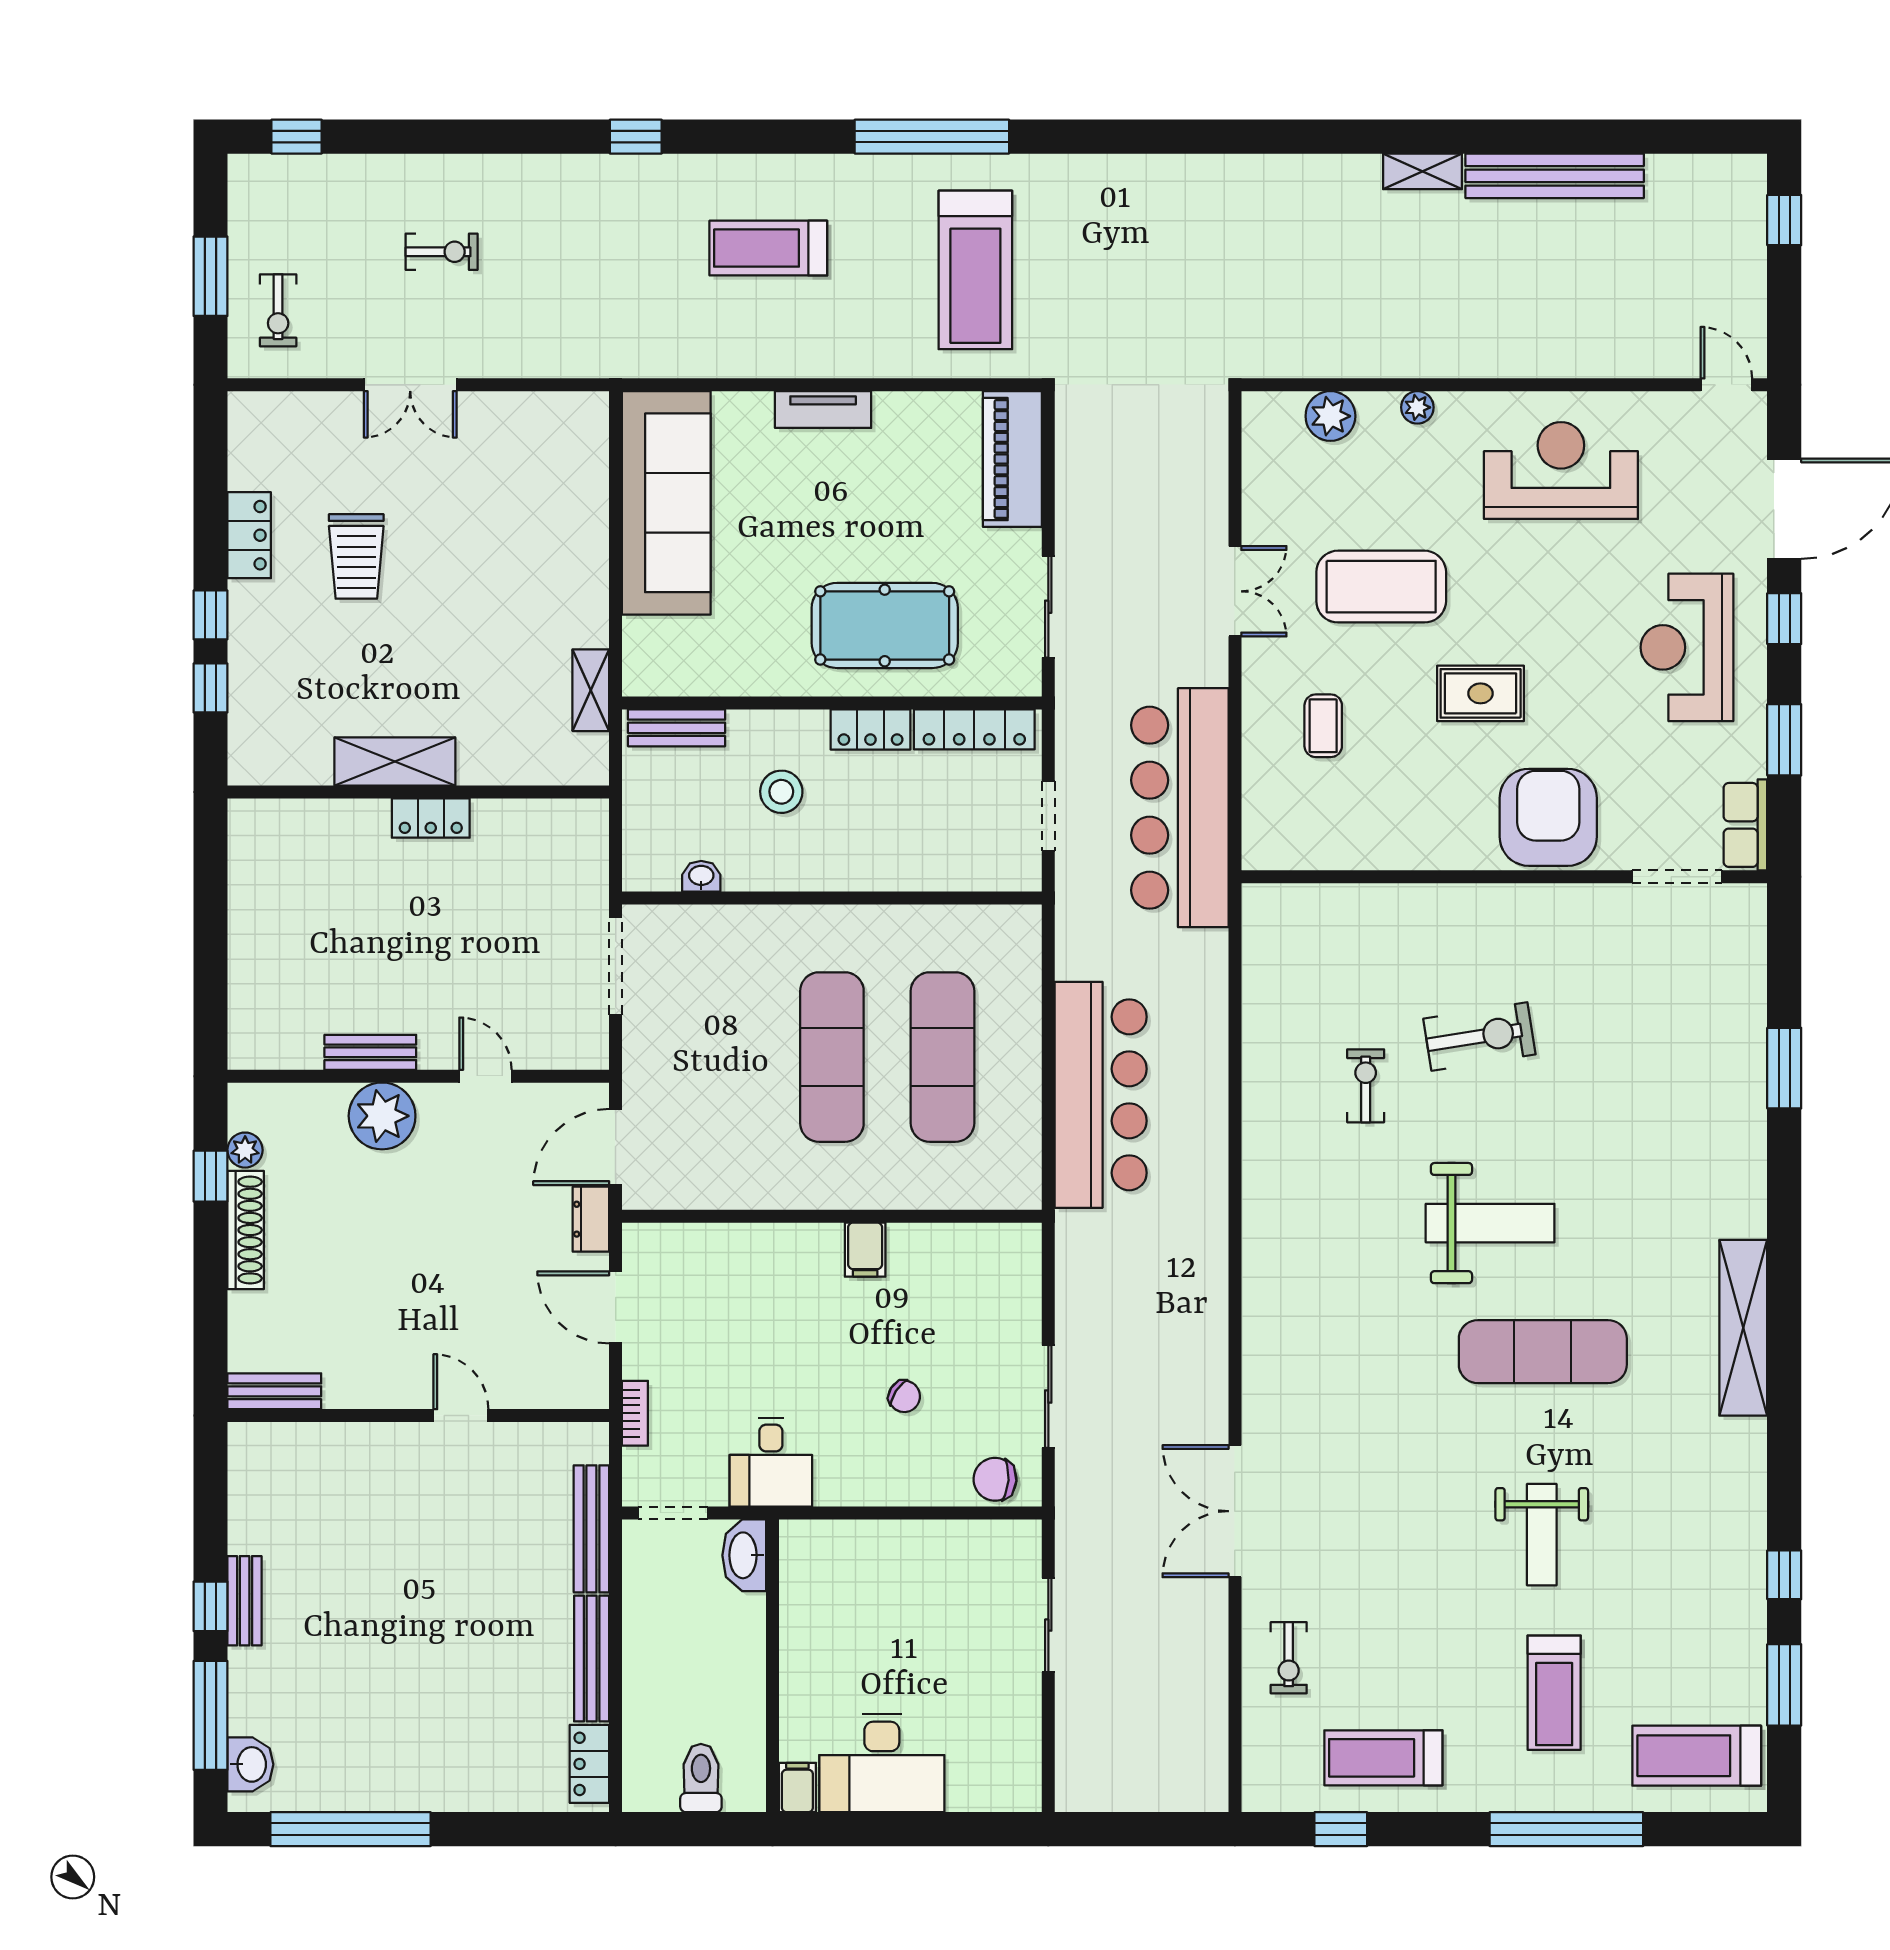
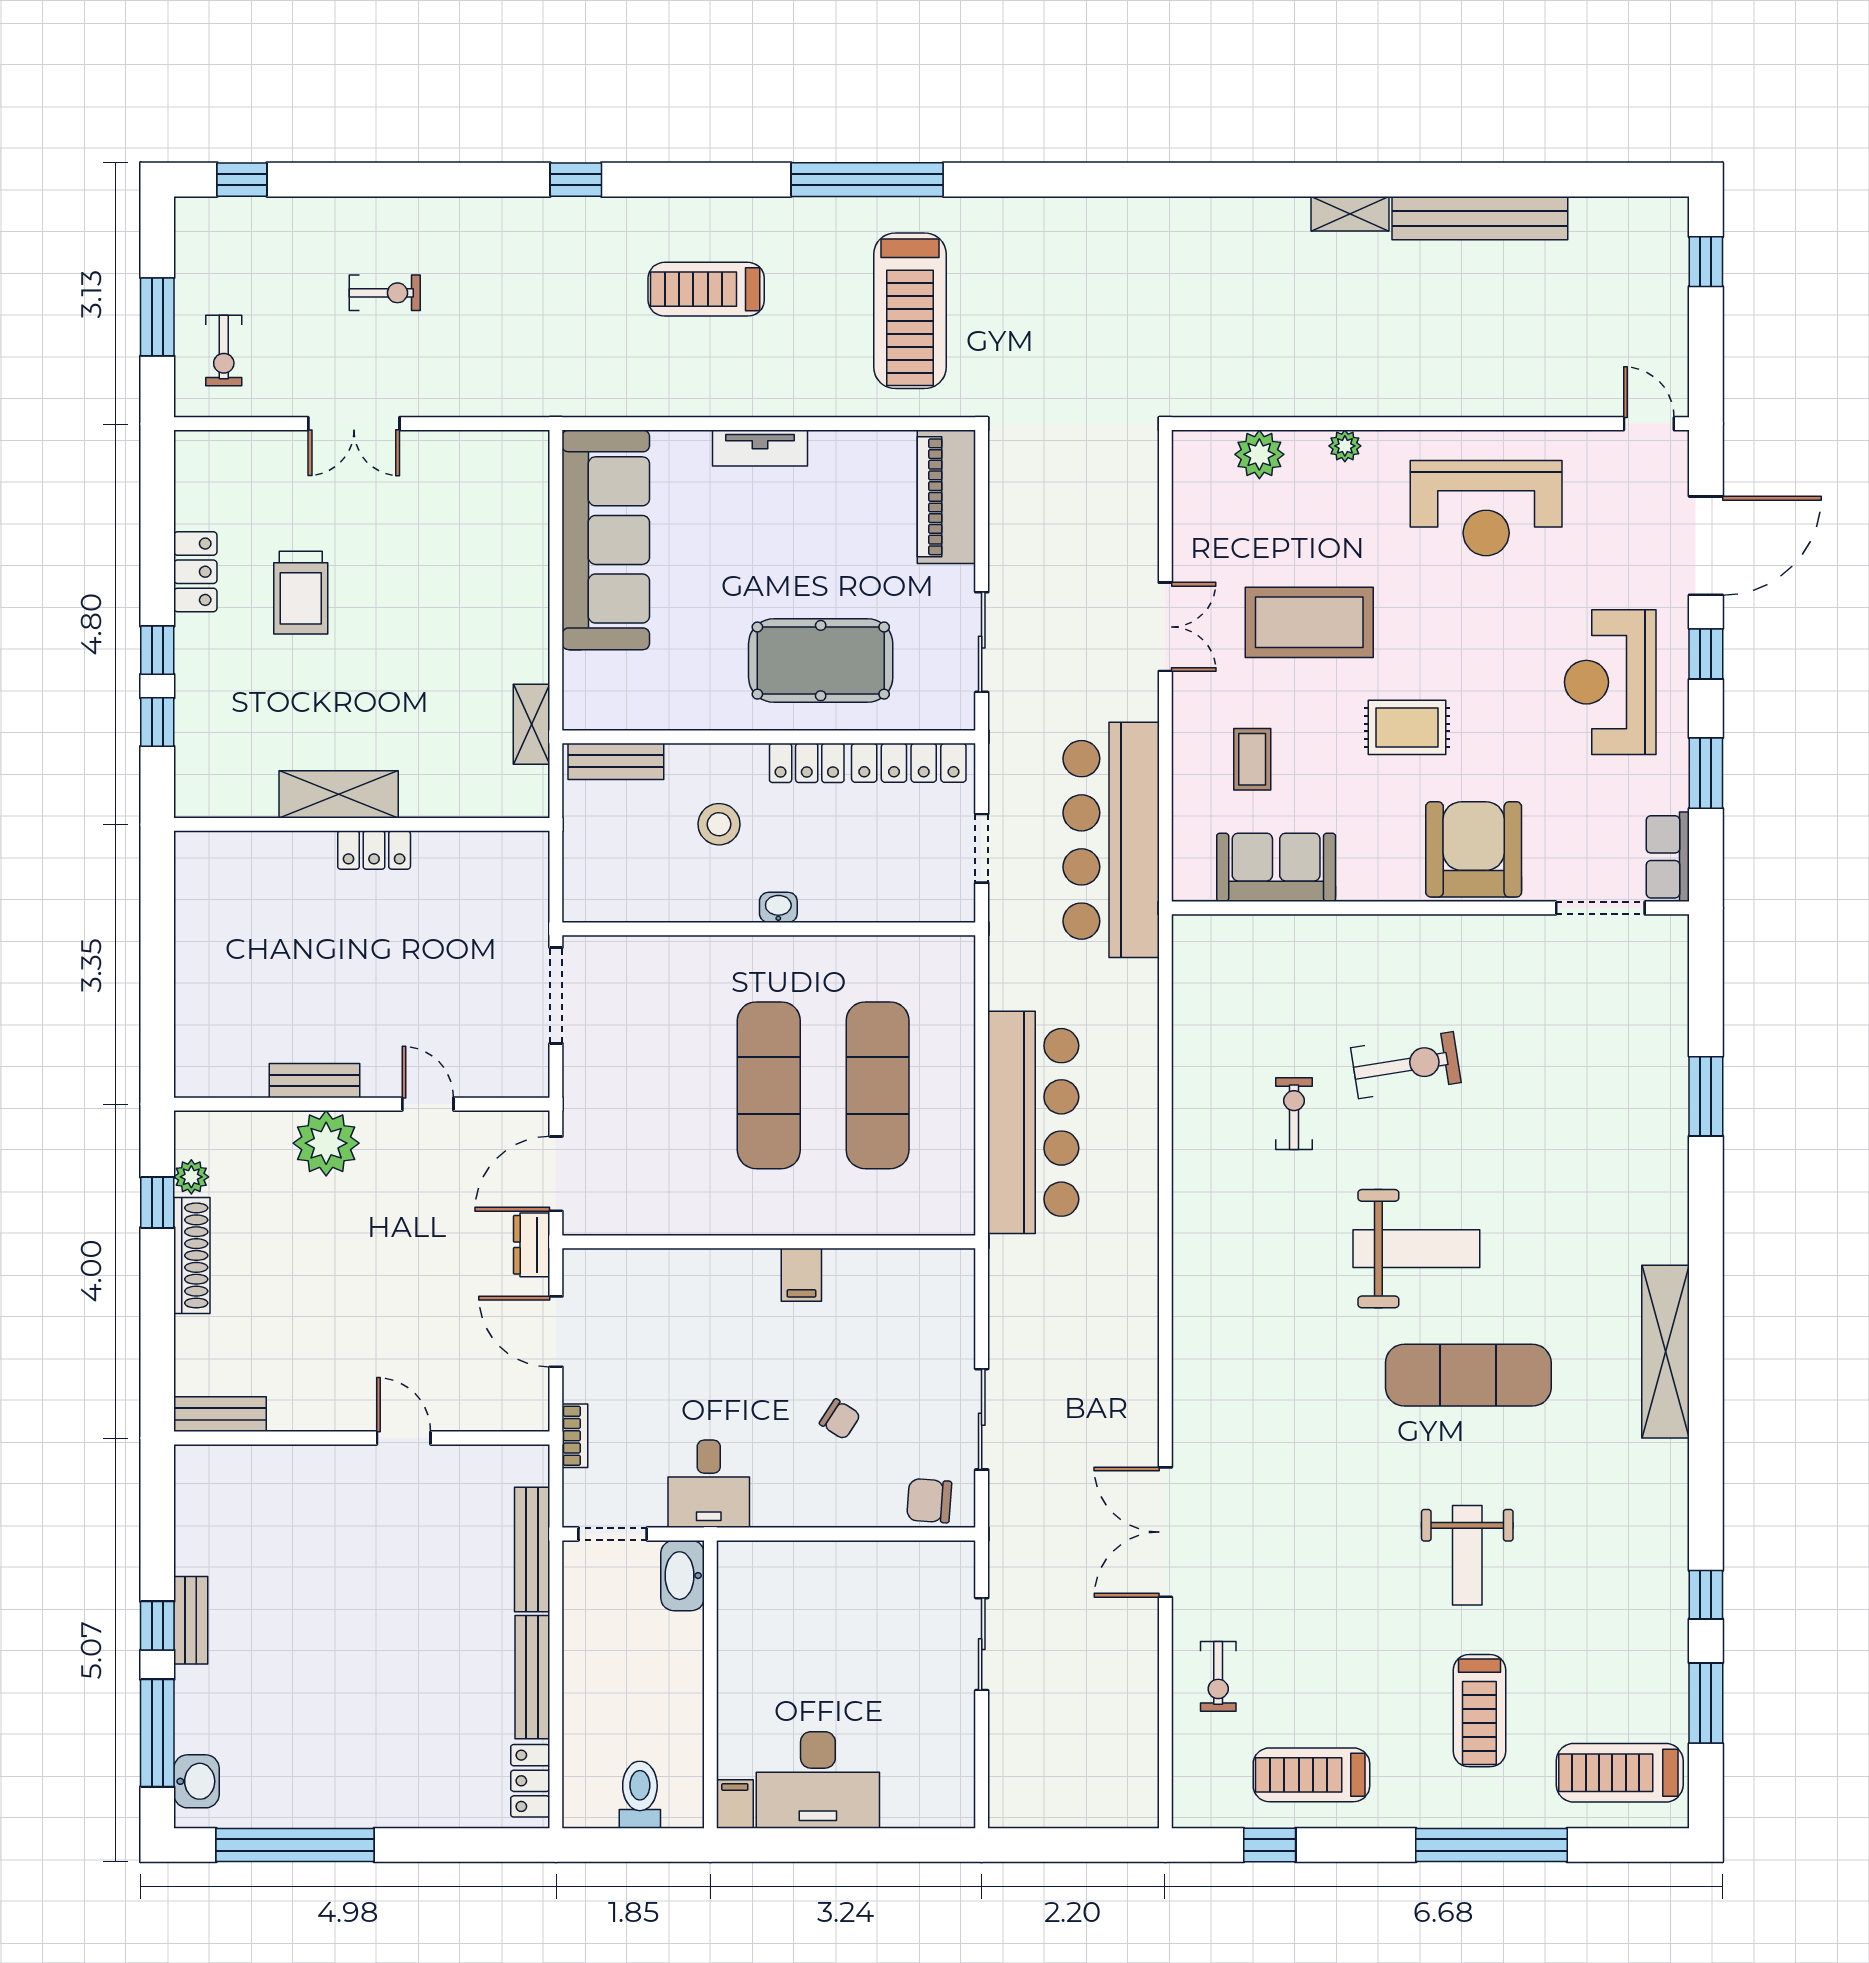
reception desk: (1561, 471) -> (1486, 508), turned 180
sofa: (1347, 836) -> (1276, 867), added
washbasin: (701, 876) -> (778, 907), moved

